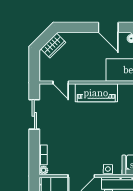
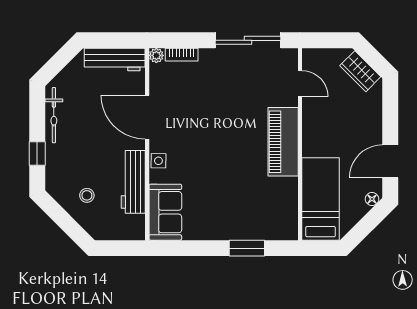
door: (61, 83) -> (300, 84), swing flipped
sliding door: (34, 114) -> (248, 40), width x1.37

